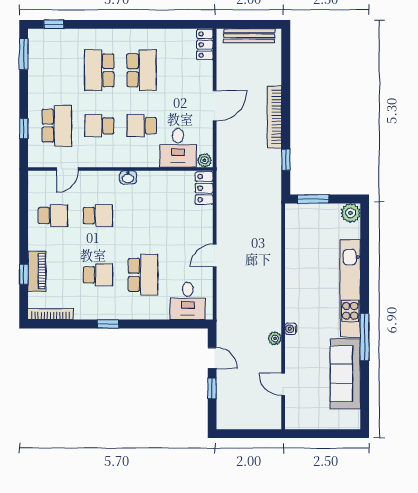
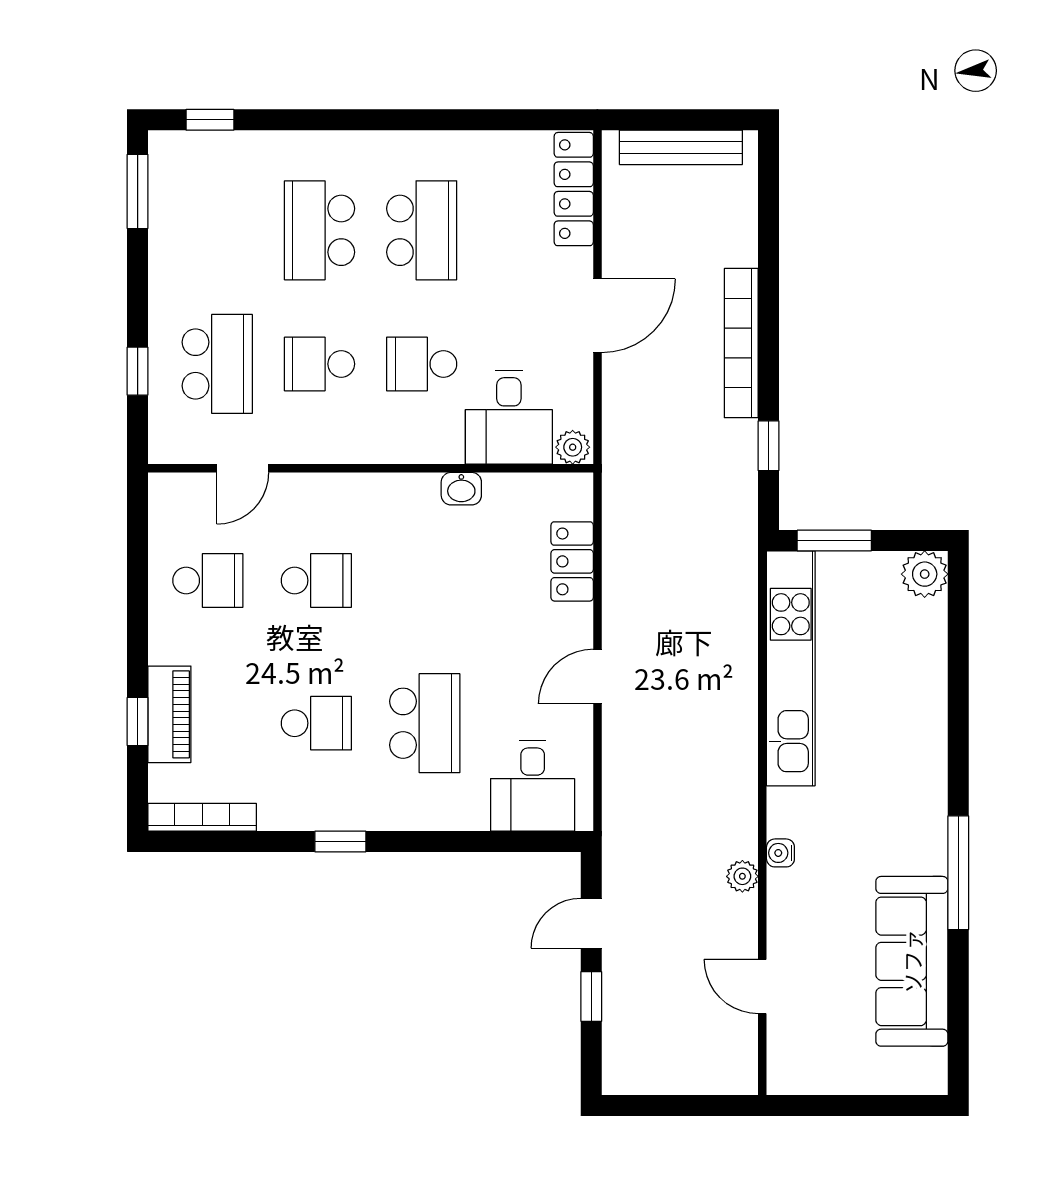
locker: (205, 45) -> (574, 189), width x1.53
washbasin: (128, 177) -> (461, 489), moved
locker: (204, 188) -> (572, 561), moved
kitchen unit: (350, 288) -> (791, 668), moved, turned 180
door: (212, 358) -> (591, 923), swing flipped

